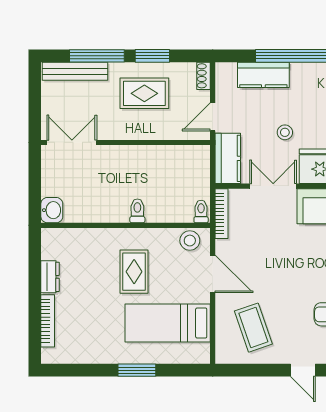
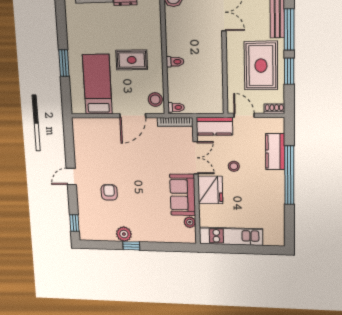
rug: (144, 93) -> (261, 66), width x1.36, depth x1.43
coffee table: (253, 328) -> (98, 144), removed

